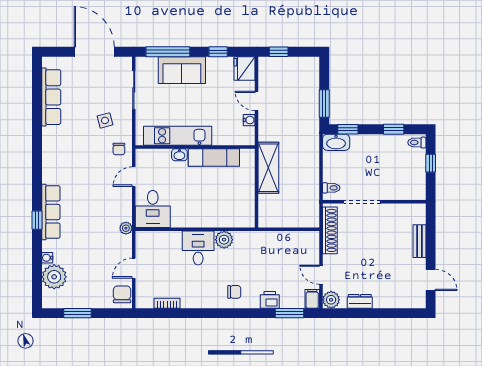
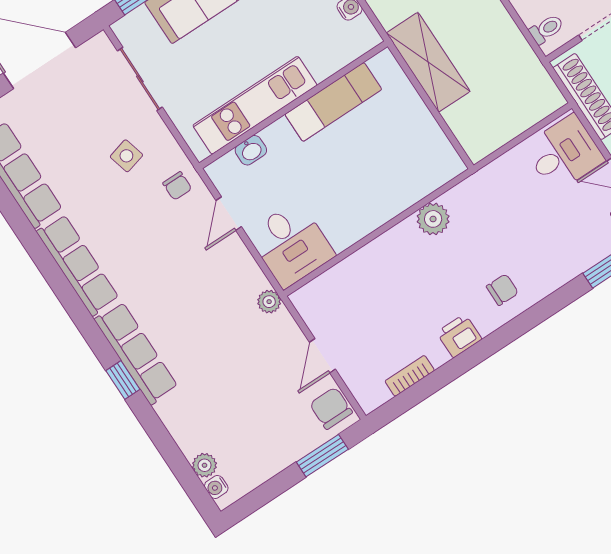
row of seats: (51, 155) -> (78, 265), added
washbasin: (179, 155) -> (251, 150), moved
desk: (198, 248) -> (564, 154), moved, turned 90
water cooler: (47, 258) -> (216, 487), moved
plant: (54, 277) -> (205, 465), width x0.53, depth x0.53
printer: (270, 300) -> (459, 336), moved
window: (78, 313) -> (322, 456), moved

